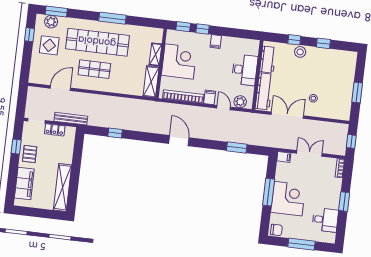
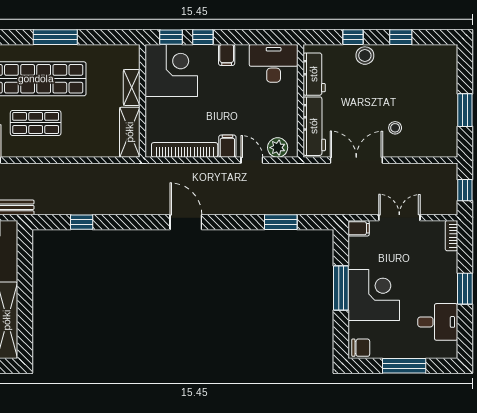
corner desk: (179, 61) -> (171, 70), moved
desk: (245, 70) -> (274, 63), moved, turned -90

